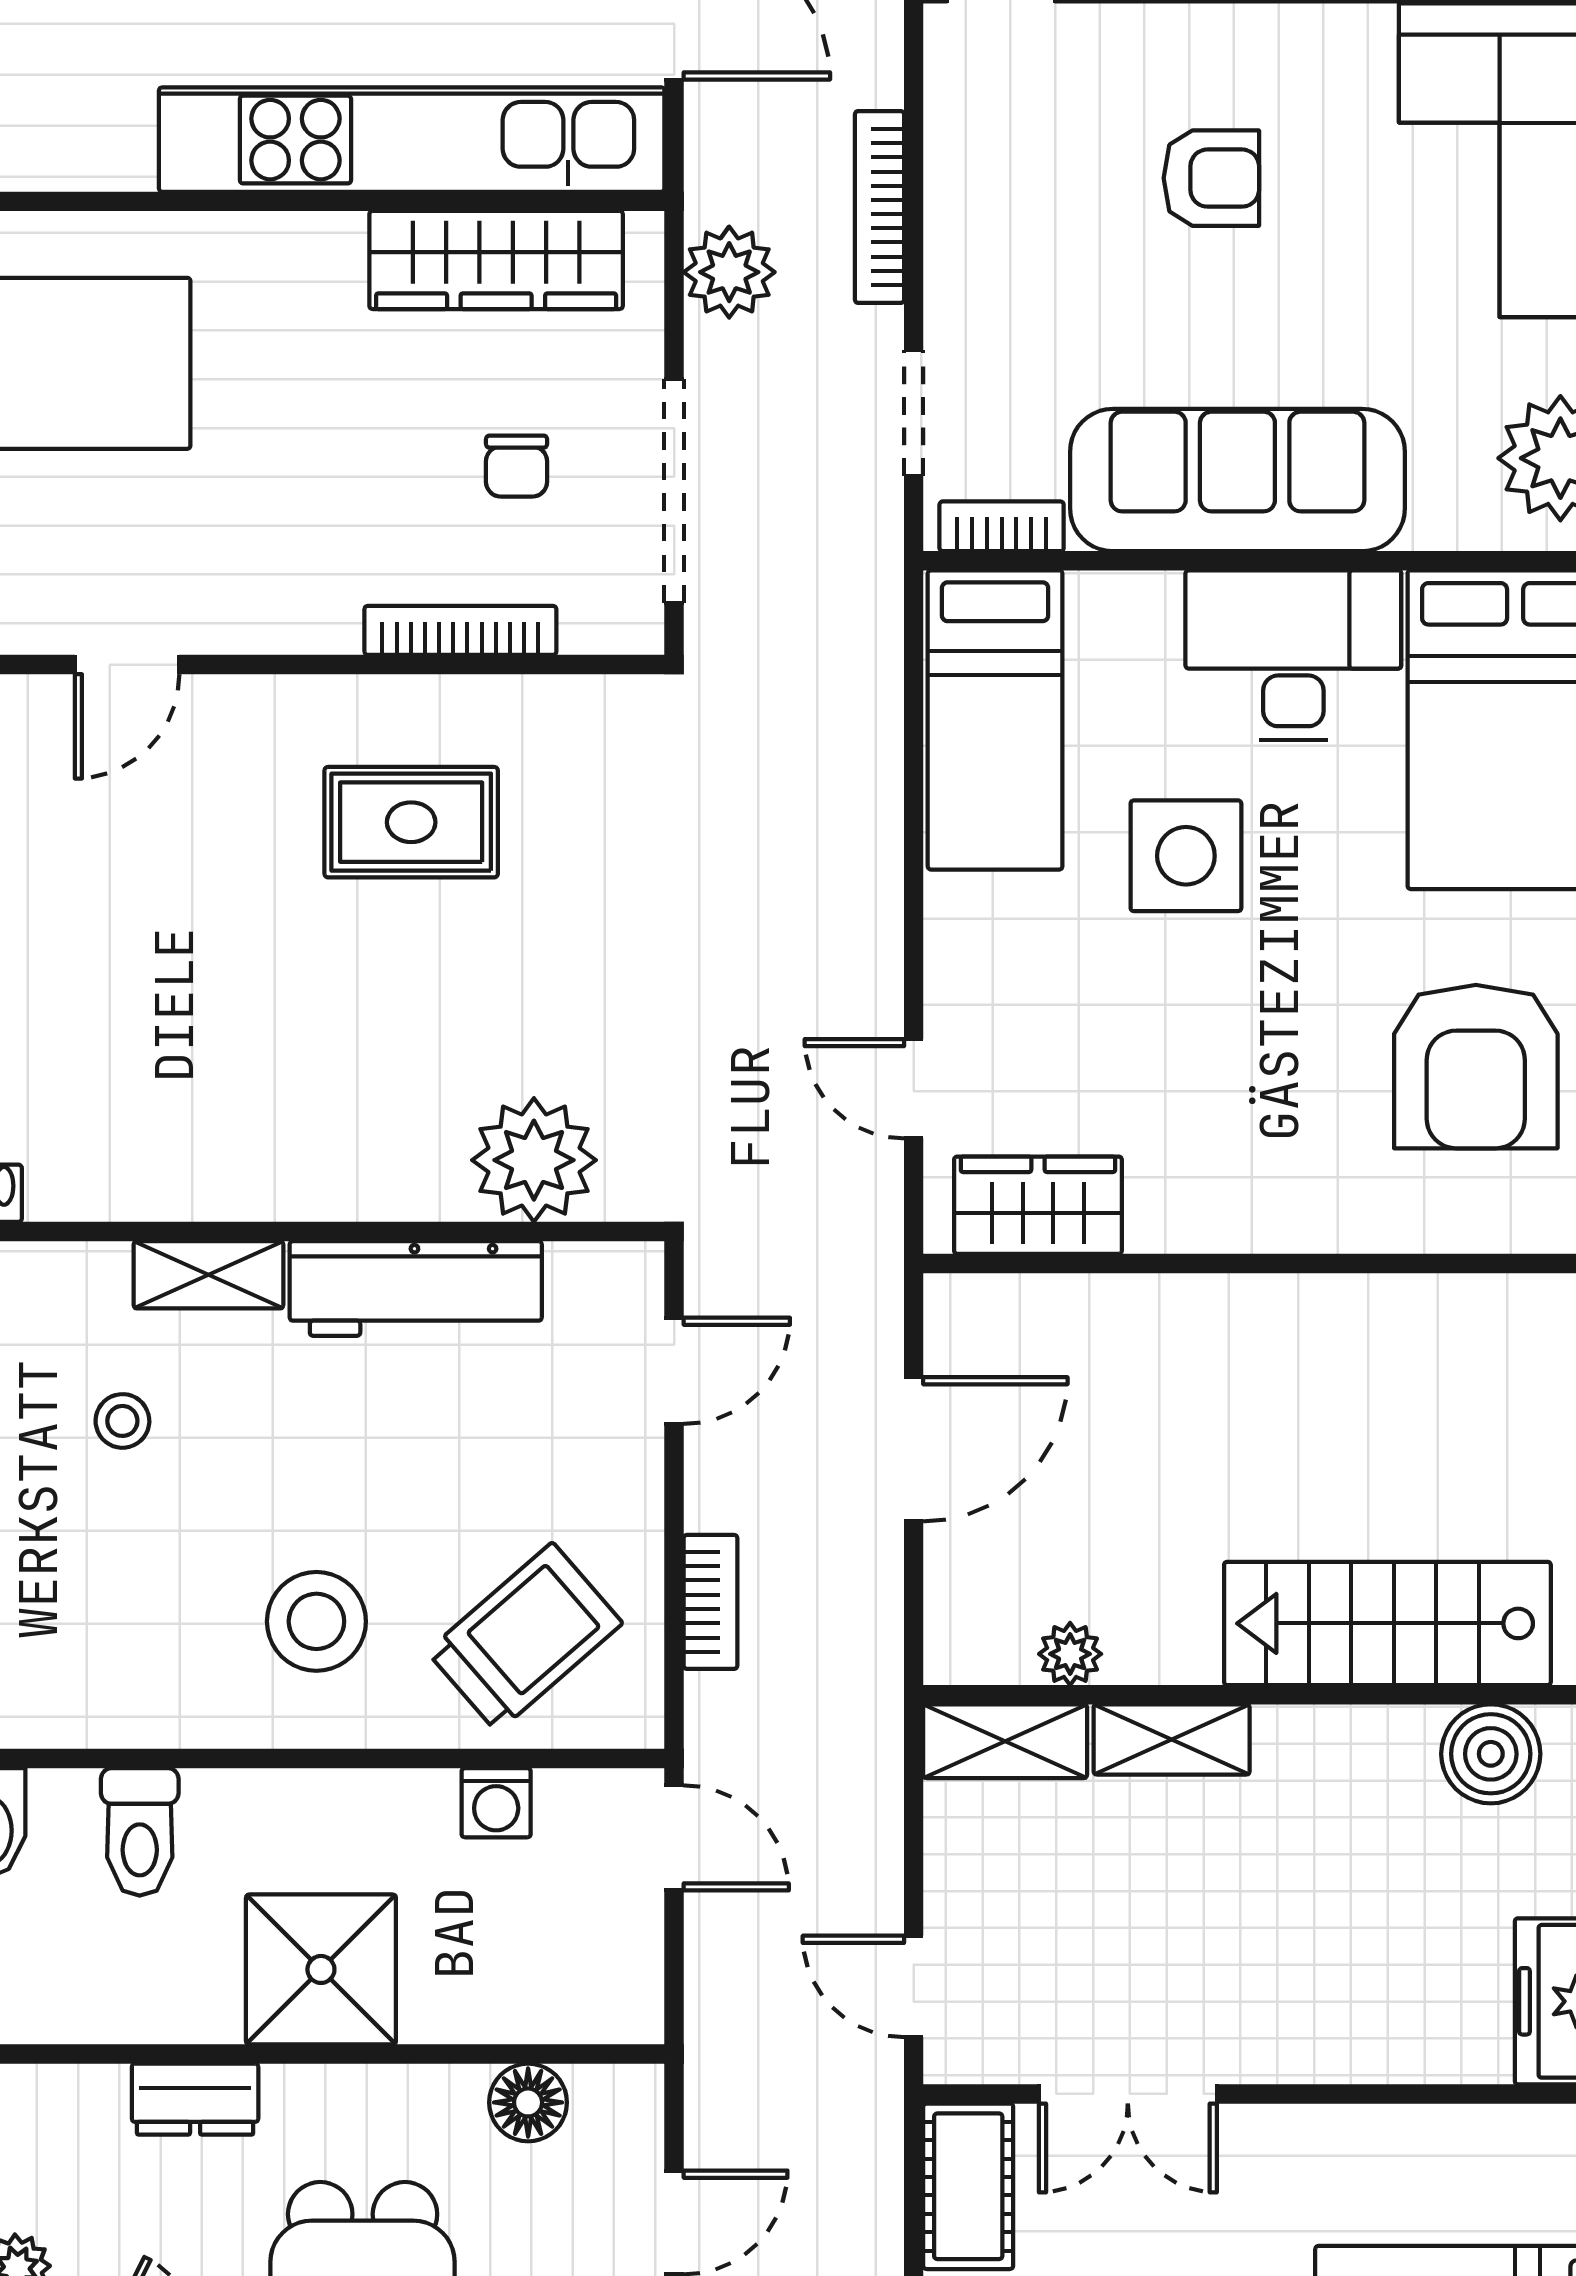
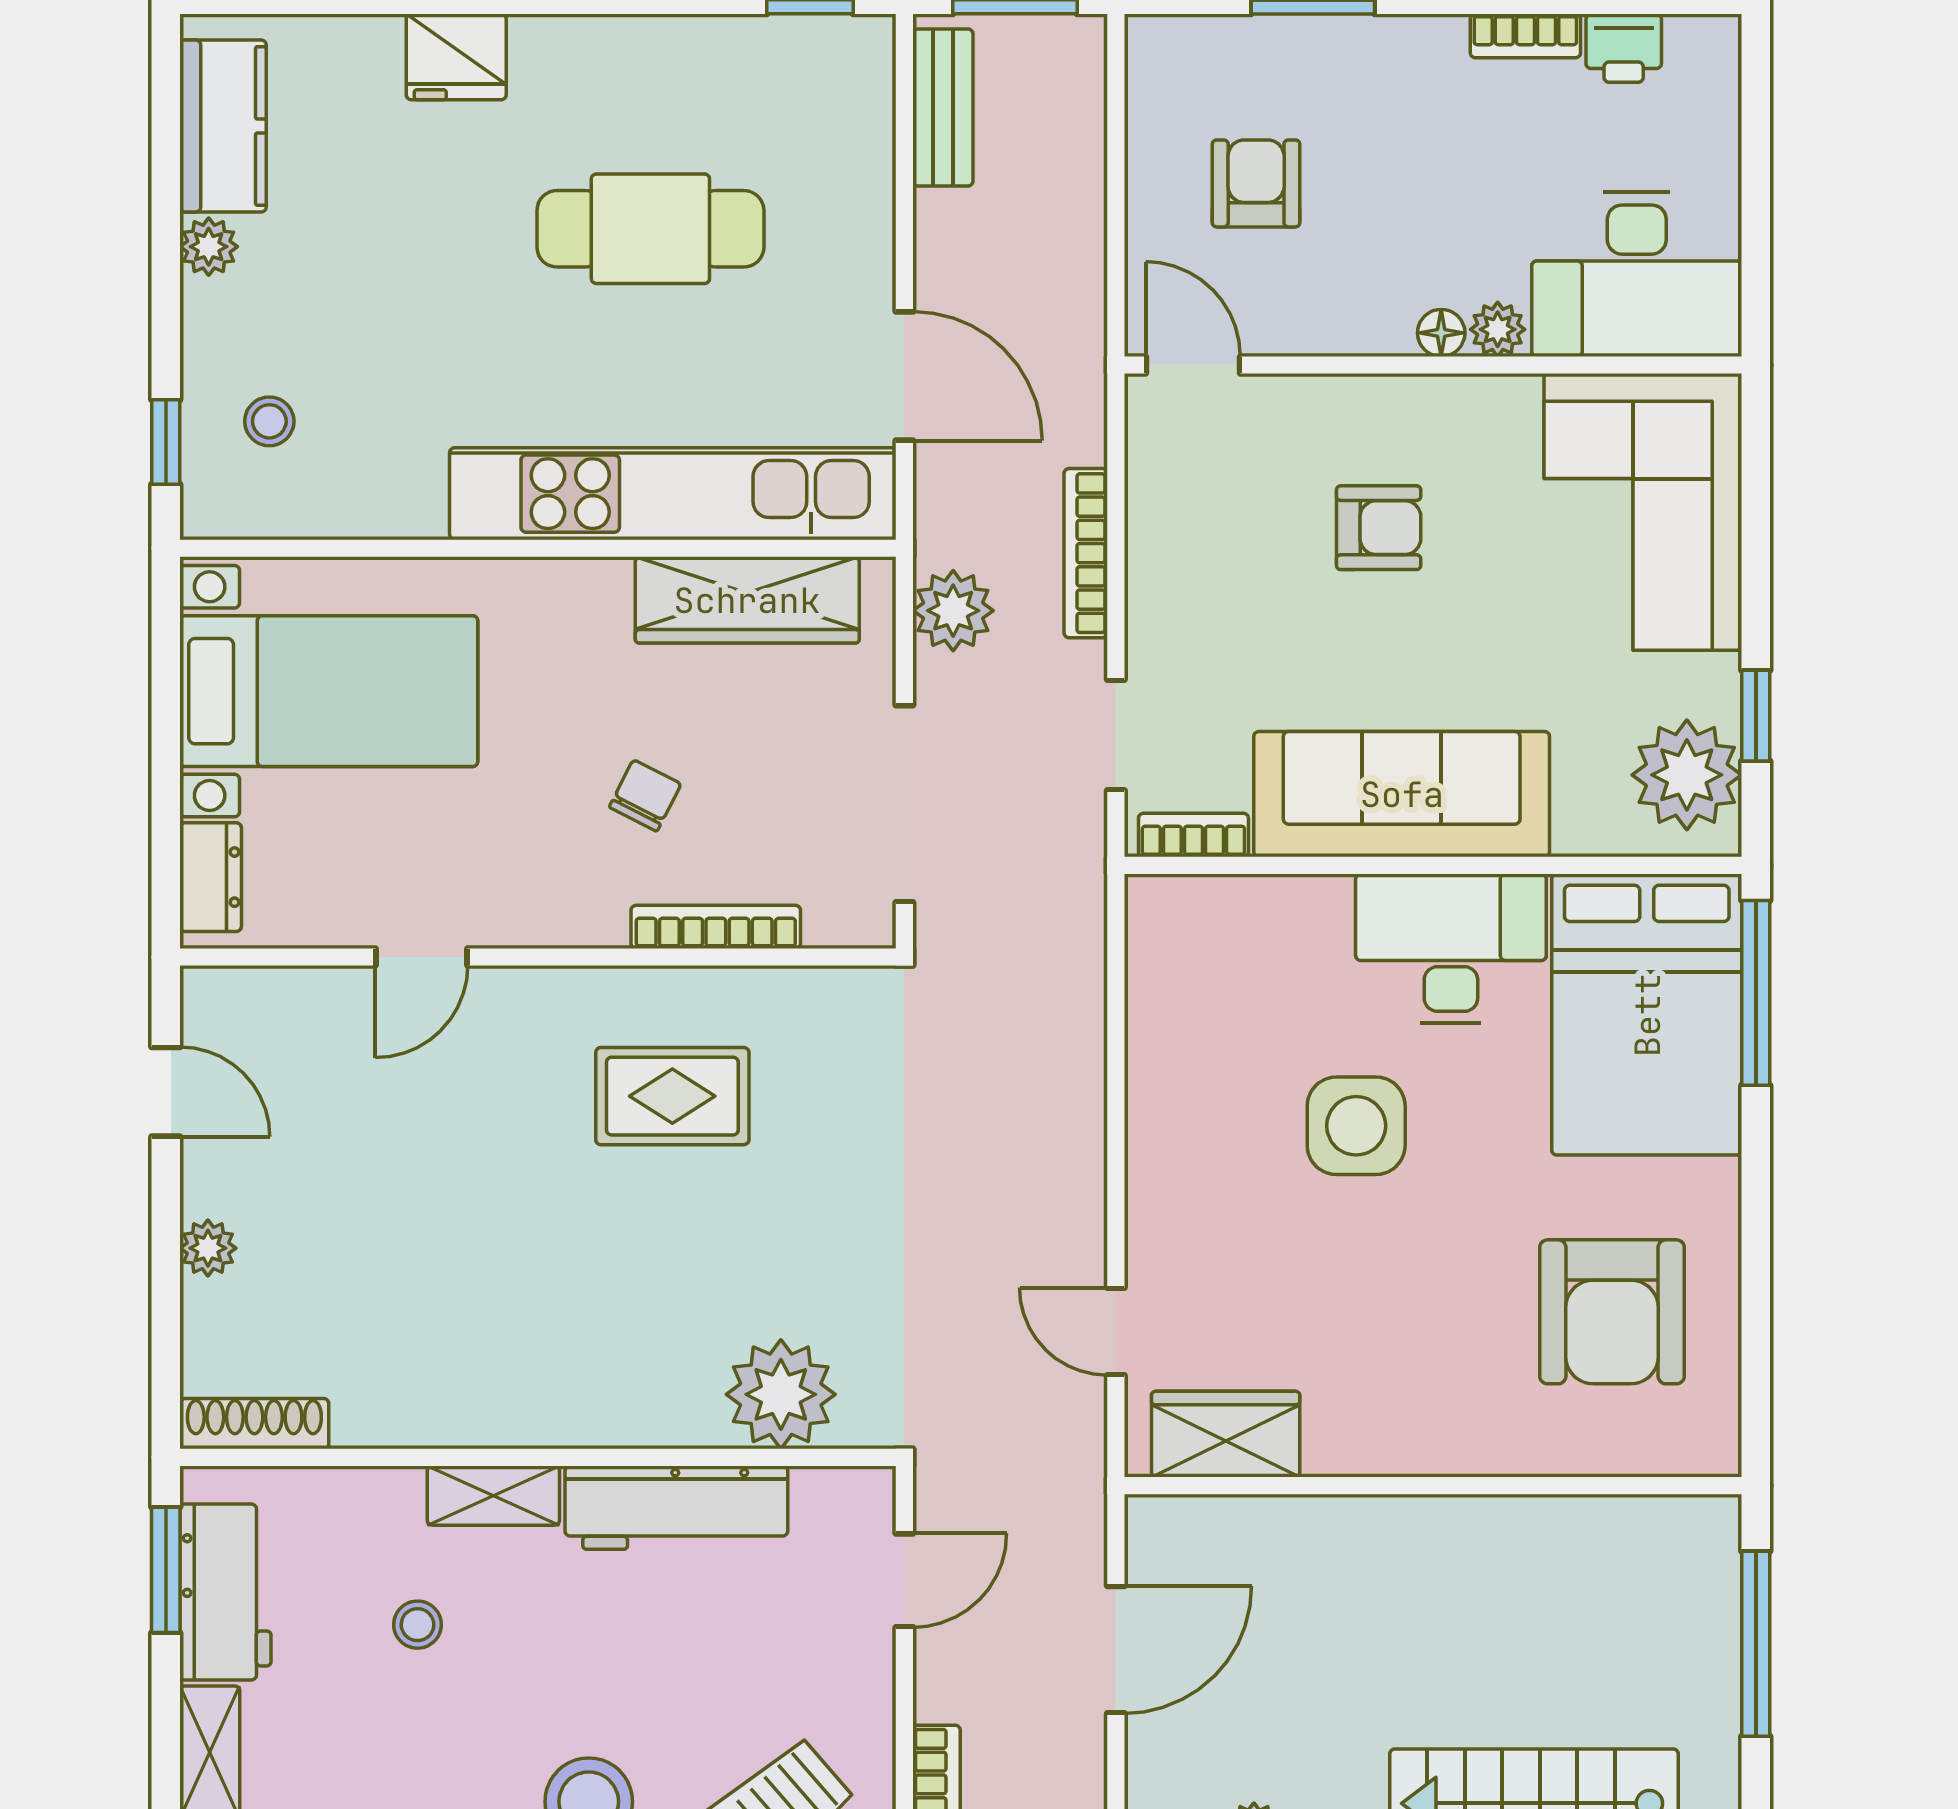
chair: (517, 466) -> (645, 795), moved, turned -153
bed: (995, 720) -> (1188, 1006), removed

